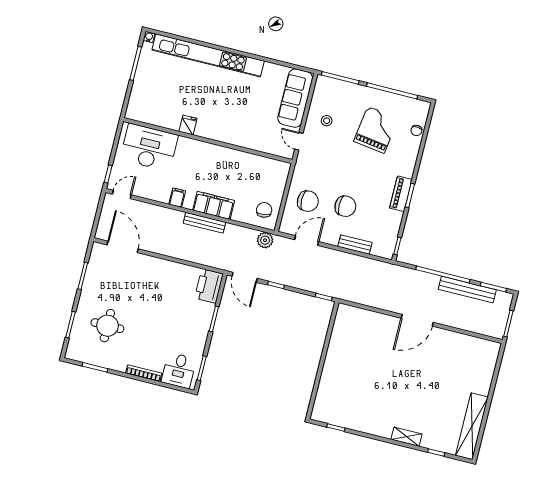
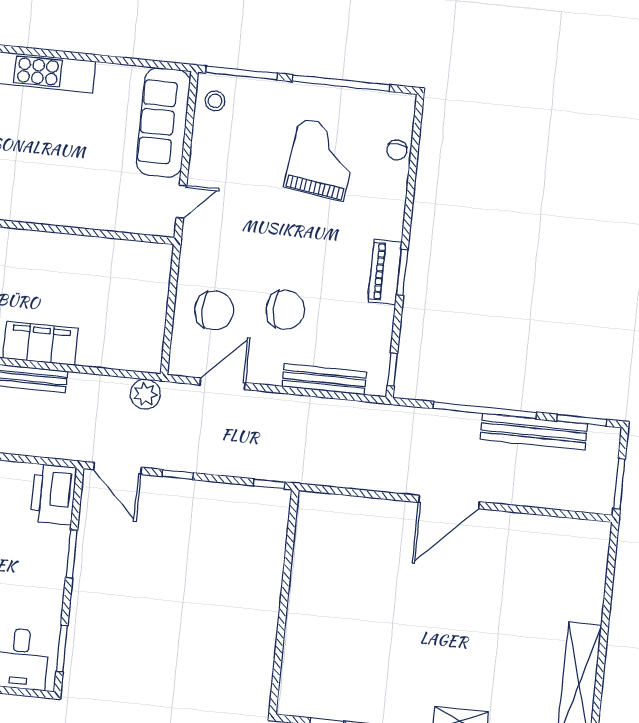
stool: (327, 121) -> (215, 101), moved
door: (299, 141) -> (181, 202), swing flipped
chair: (264, 210) -> (135, 338), removed
bench: (355, 244) -> (324, 379), width x1.36

